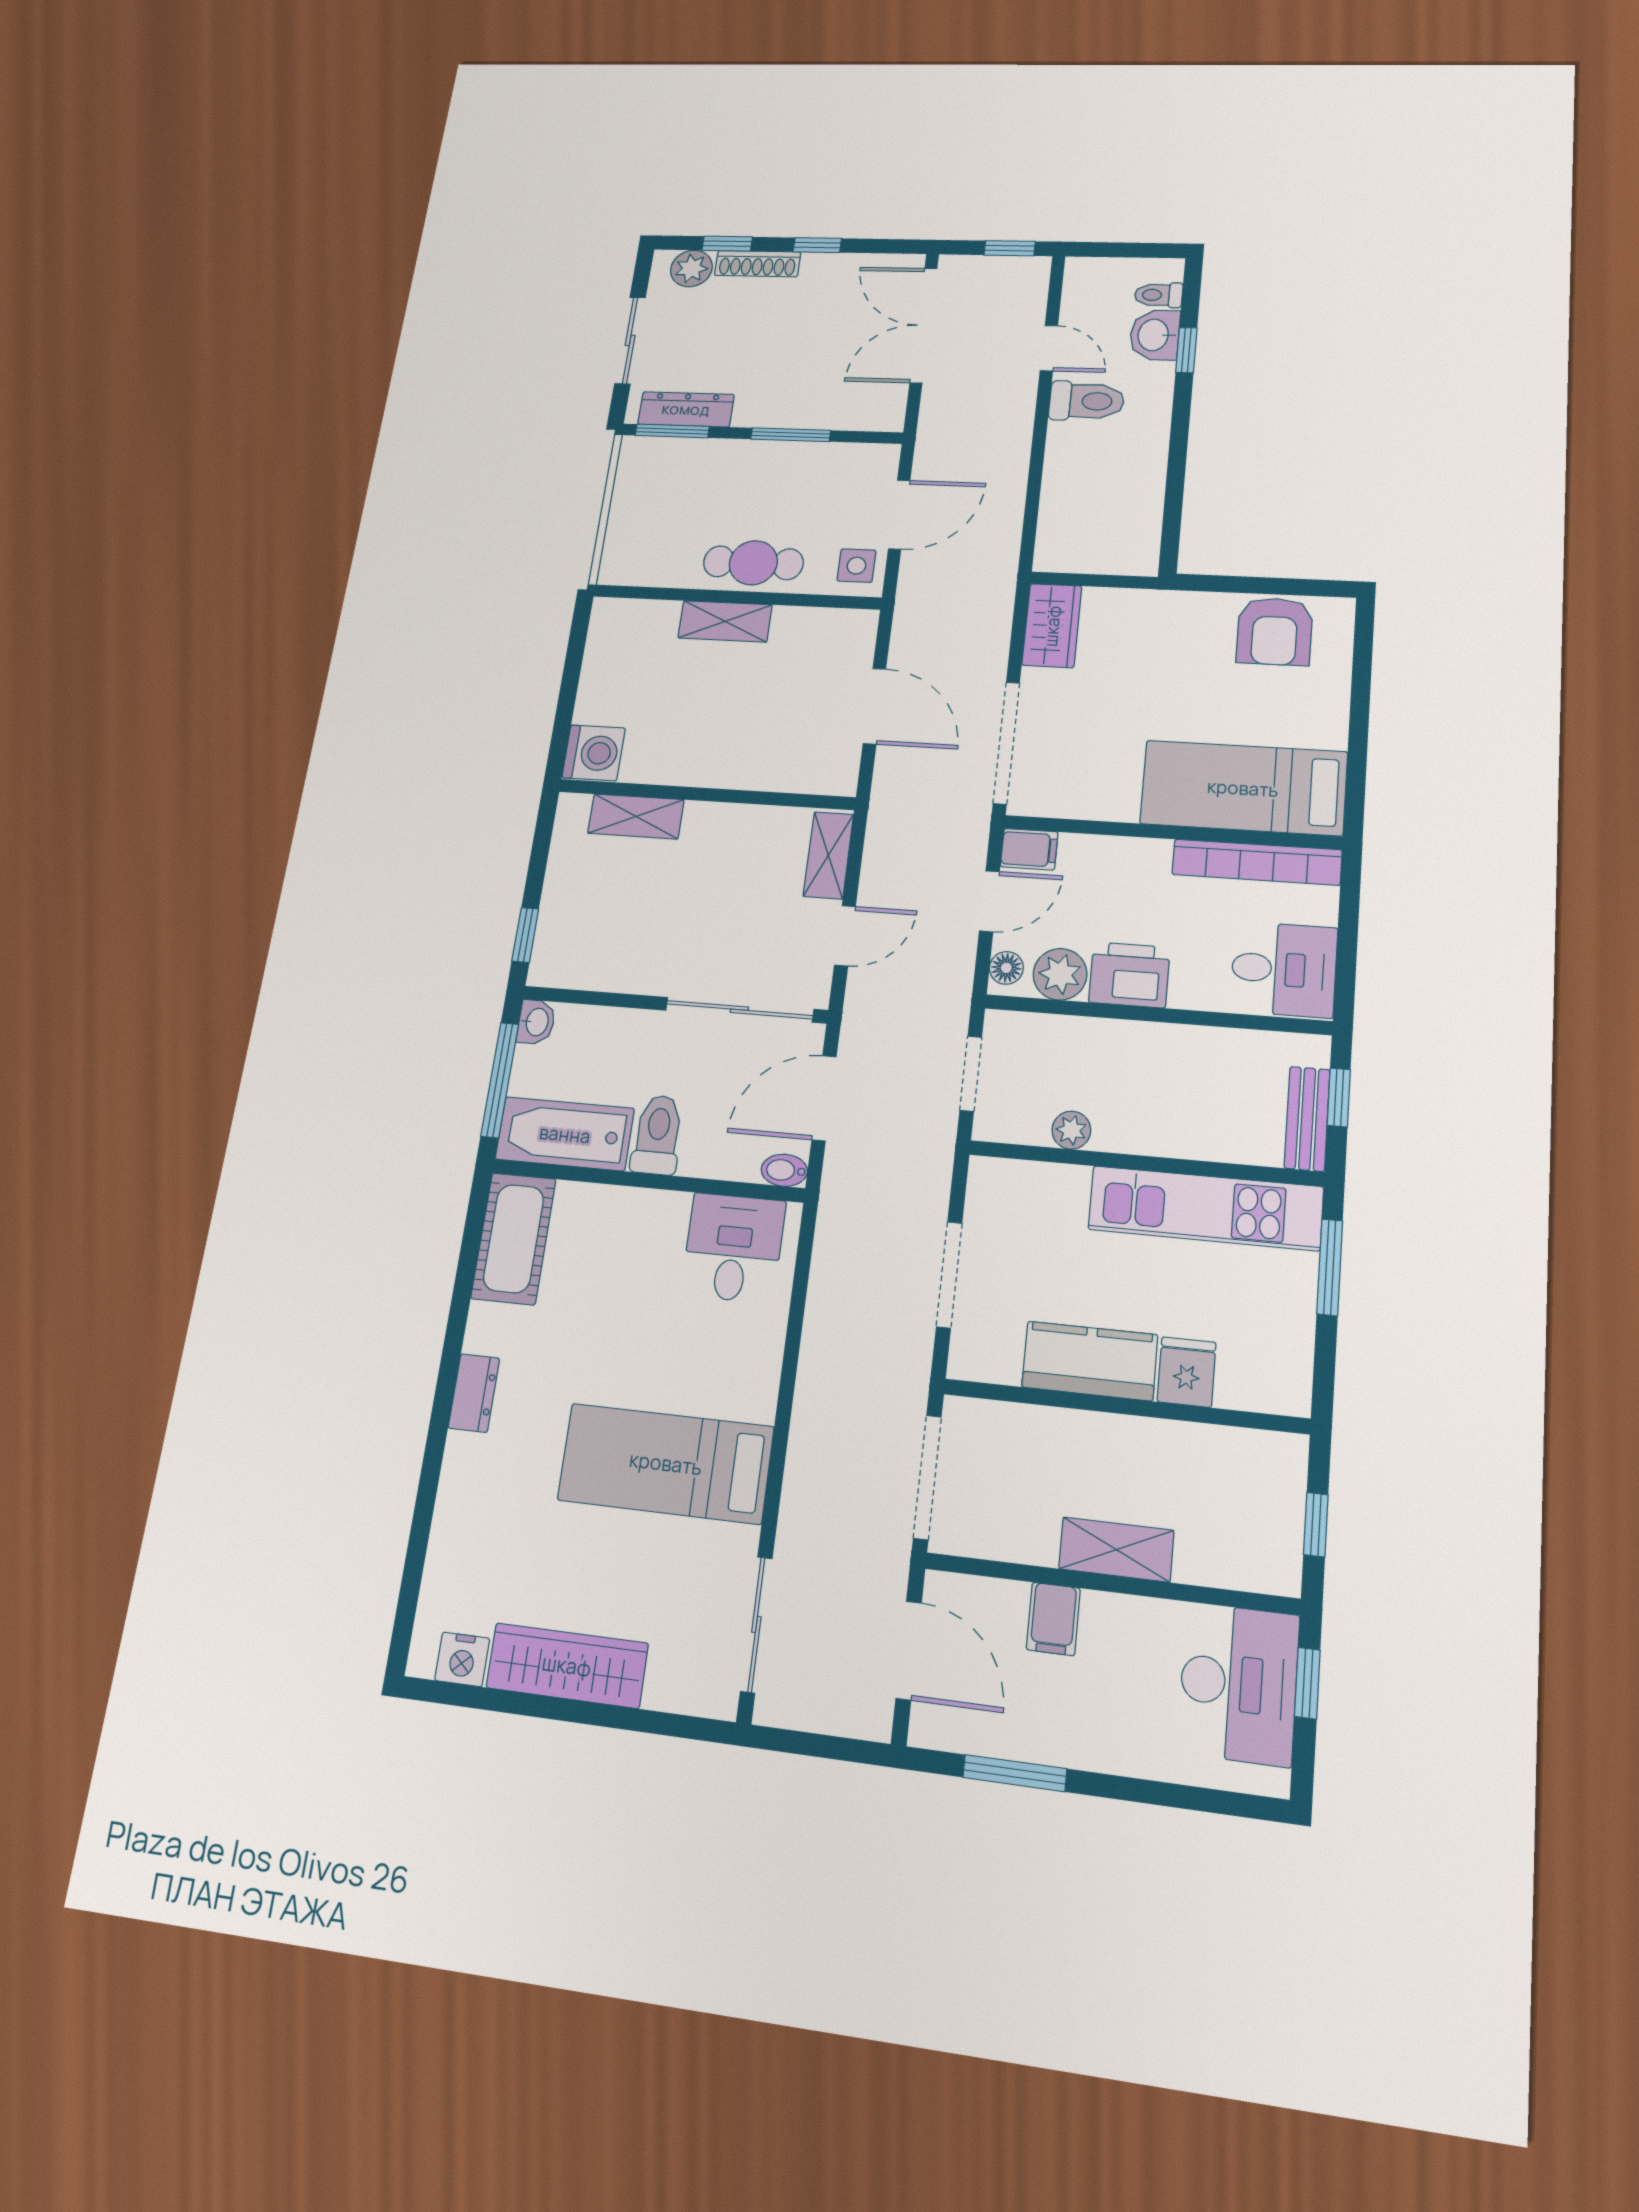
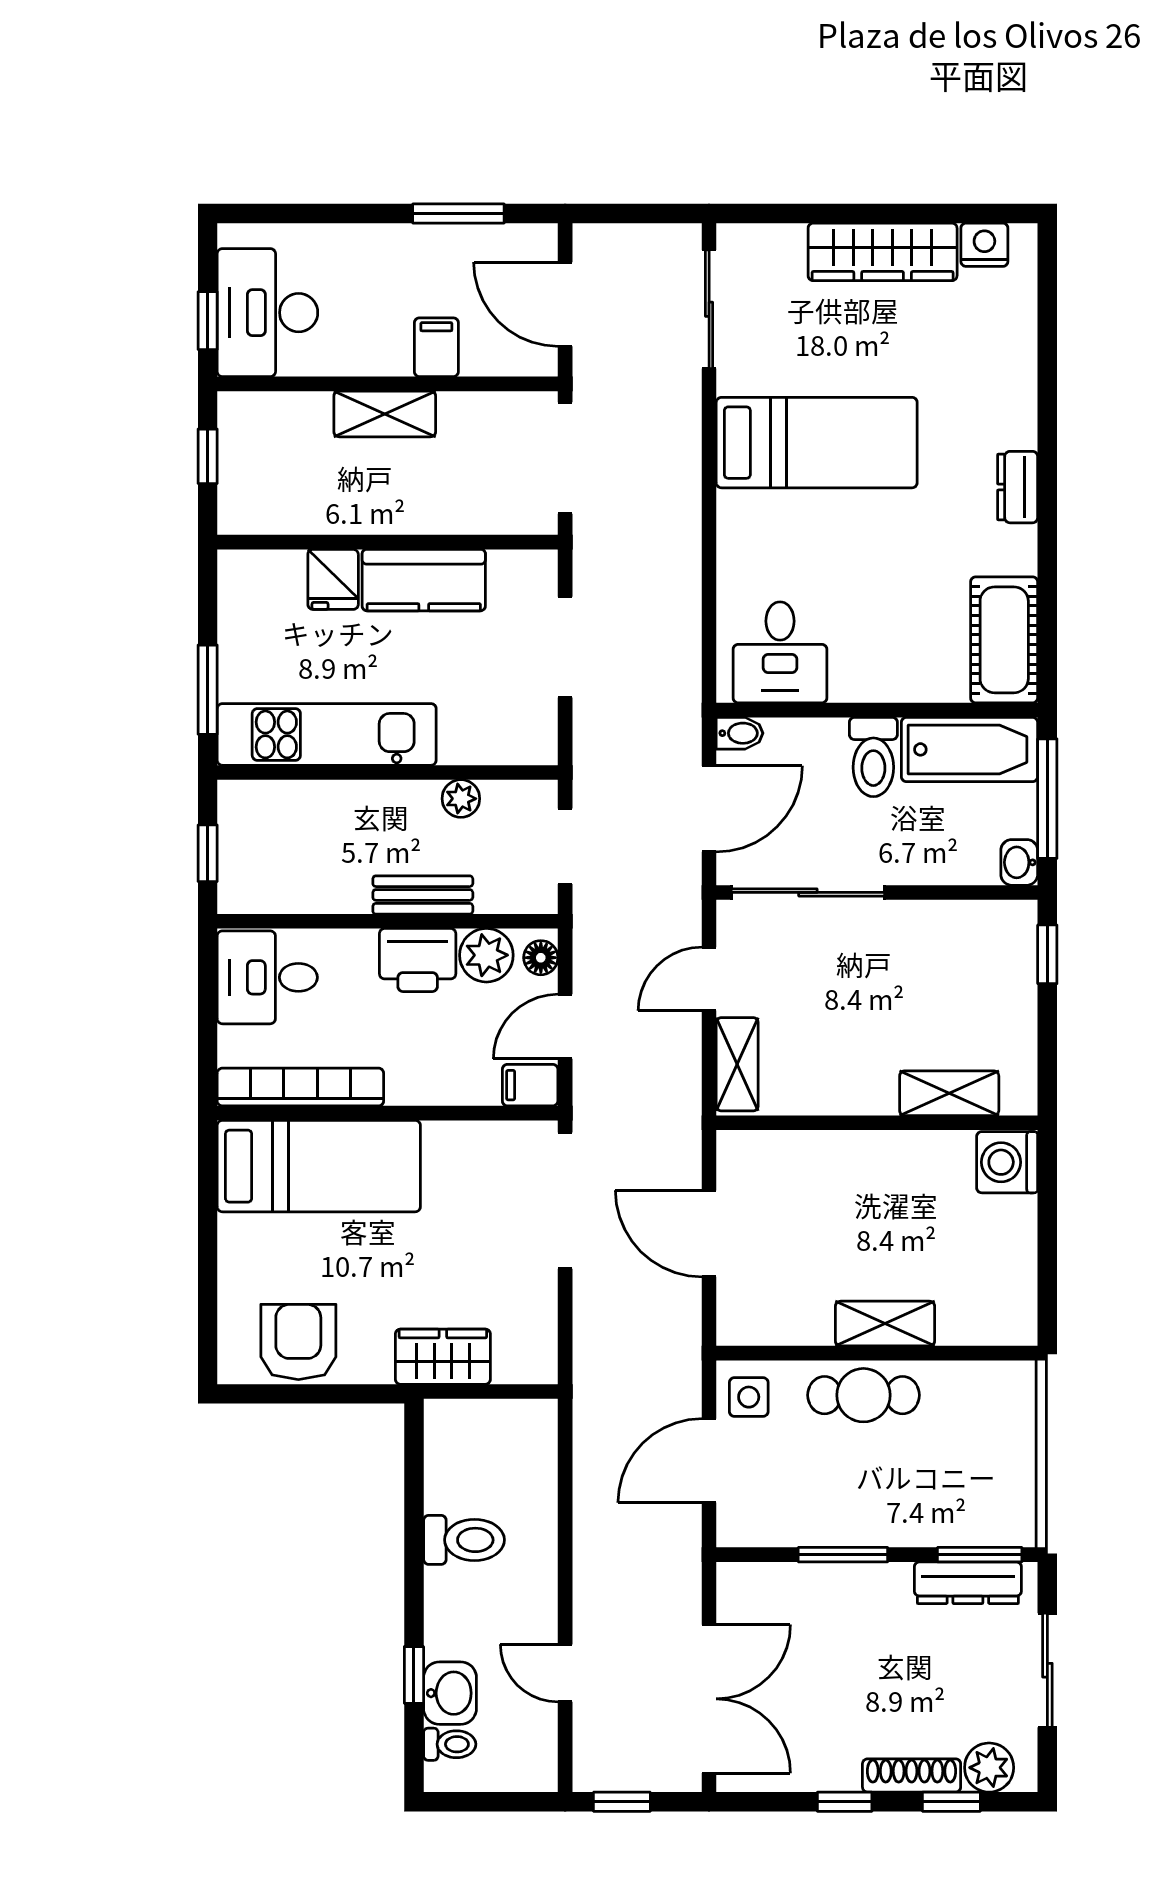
toilet: (1087, 401) -> (464, 1540), moved, turned 180
wardrobe: (1052, 626) -> (443, 1357), moved, turned 90
bench: (1307, 1119) -> (423, 895), moved, turned 90

